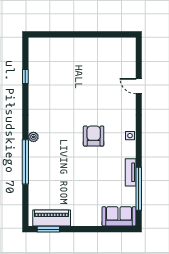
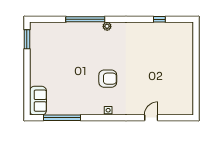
tv unit: (131, 172) -> (76, 111), removed
piano: (52, 218) -> (37, 42), removed

